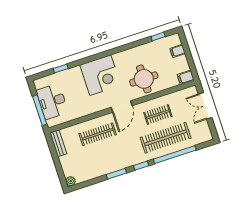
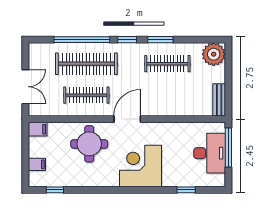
clothes rail: (158, 114) -> (86, 95), width x1.36
clothes rail: (98, 134) -> (167, 64), moved
plant: (71, 181) -> (214, 54), width x1.88, depth x1.88

